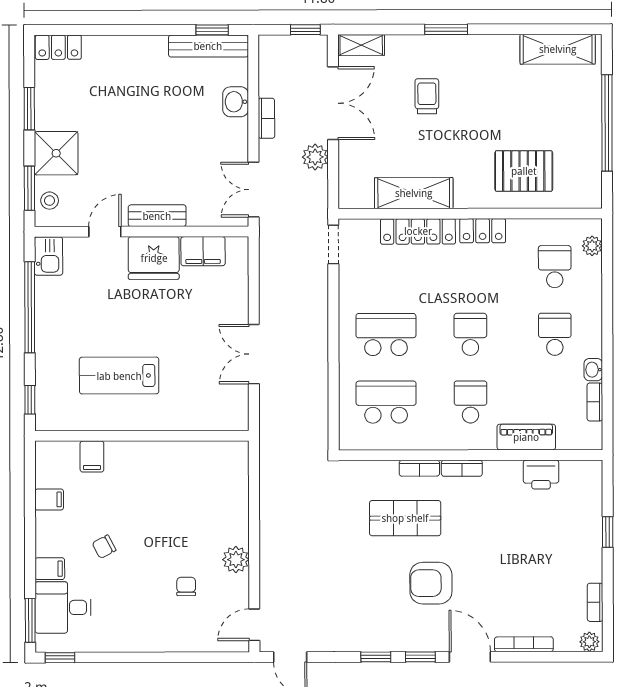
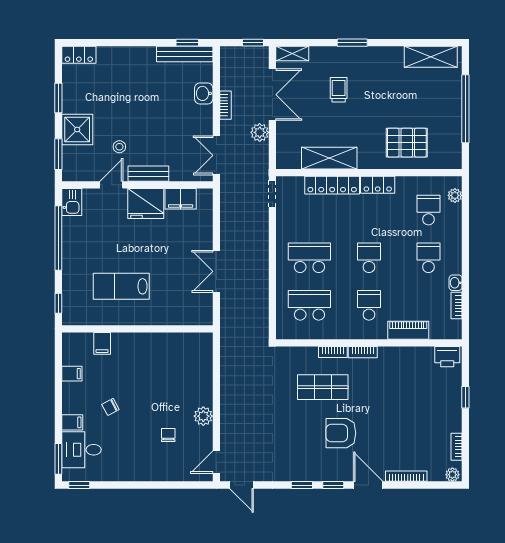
stool: (50, 201) -> (119, 147), moved
printer: (541, 475) -> (447, 357), moved

